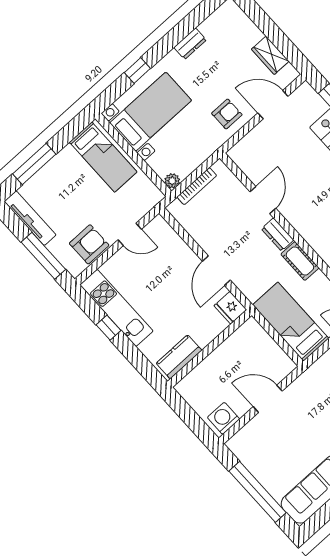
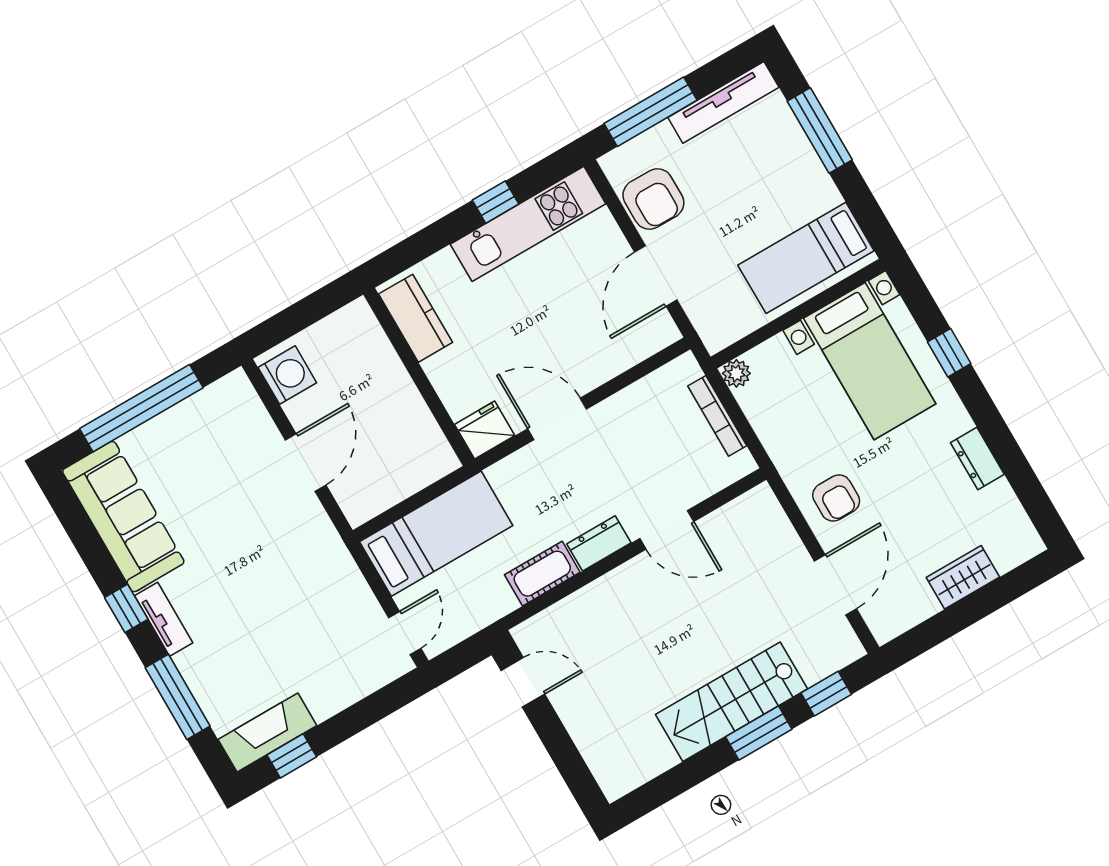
wardrobe: (270, 55) -> (963, 577), moved
door: (130, 234) -> (656, 276), width x1.38

